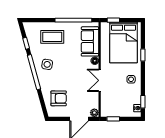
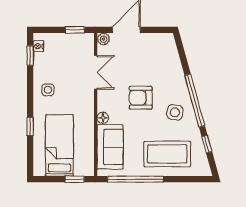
coffee table: (52, 37) -> (167, 154), width x1.36, depth x1.32
bed: (123, 43) -> (59, 145), width x0.67
double door: (100, 80) -> (96, 72), moved
armchair: (59, 98) -> (141, 98), moved

